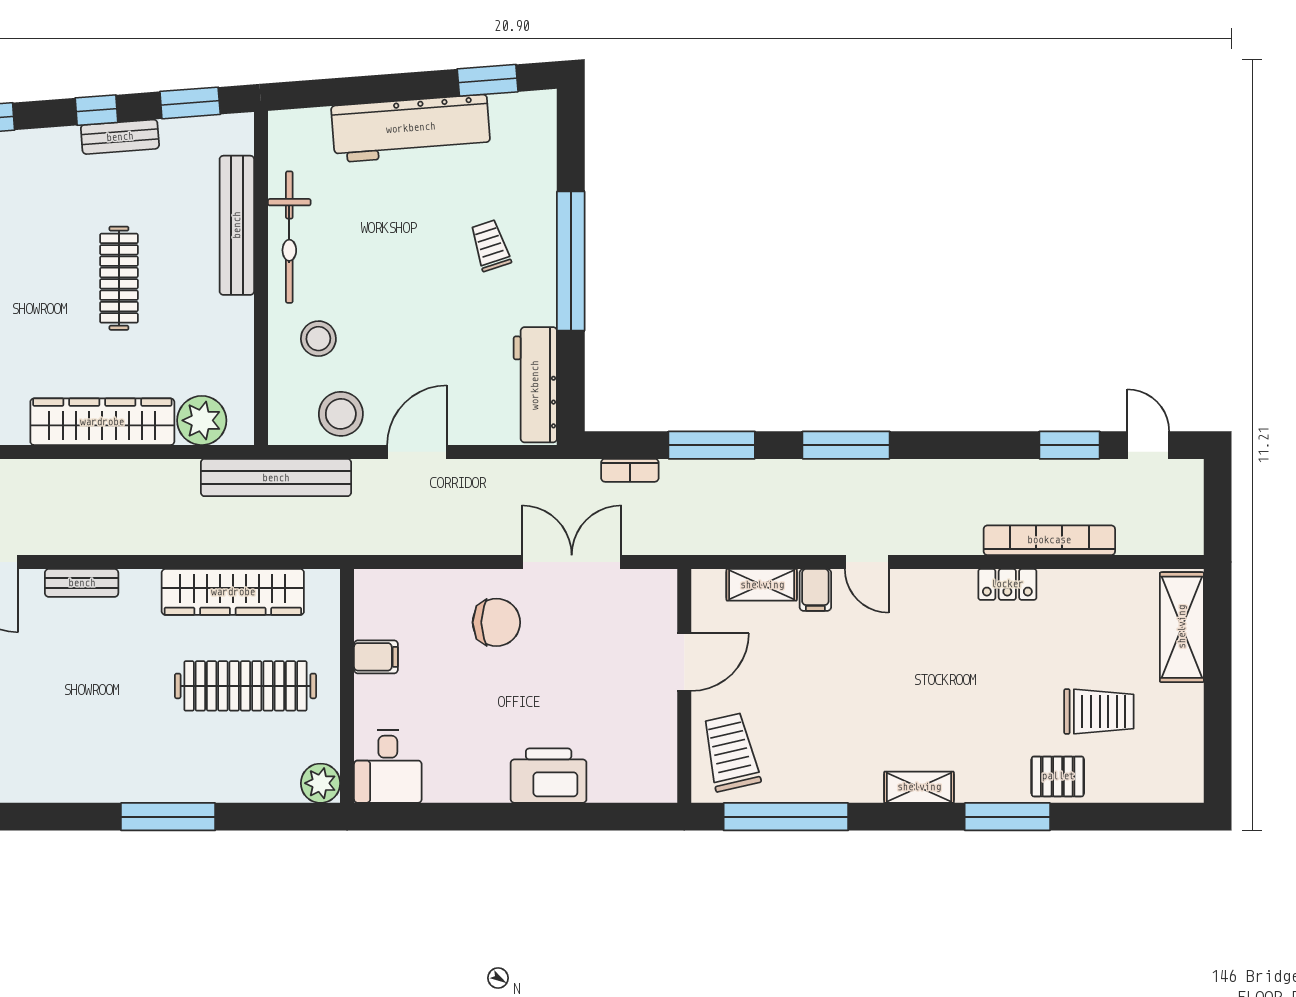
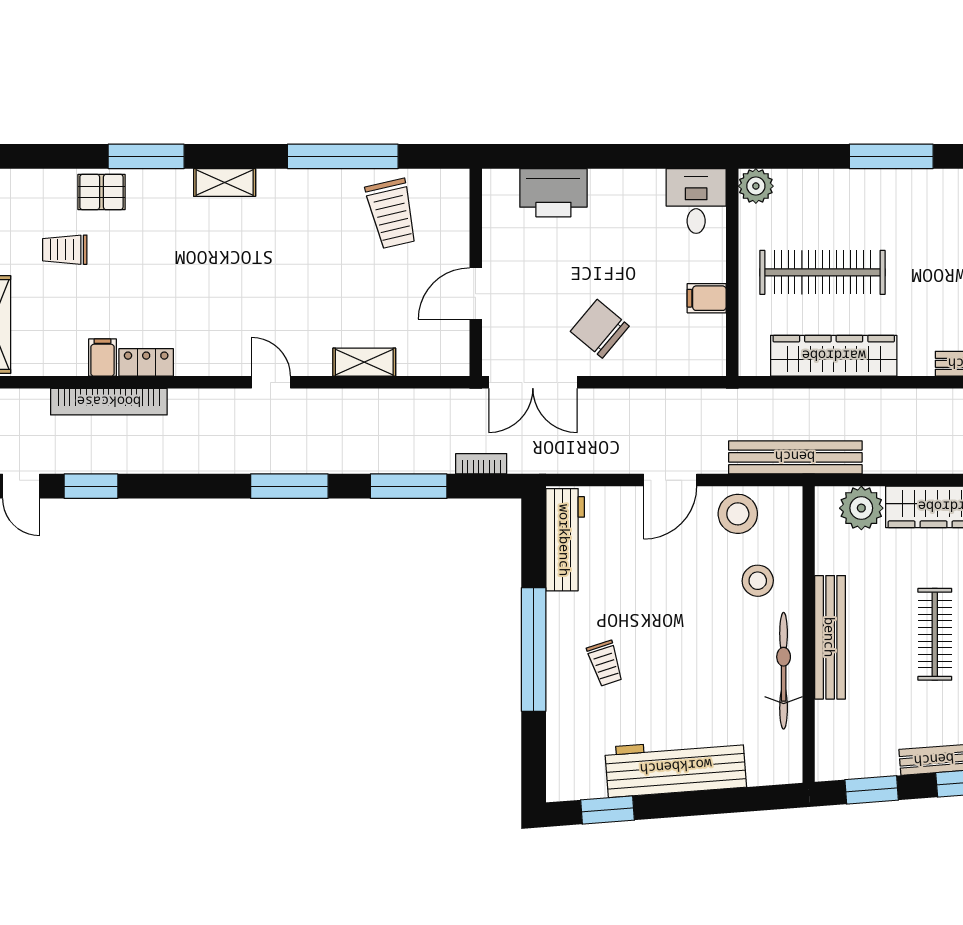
bench: (237, 225) -> (830, 637), moved
filing cabinet: (815, 590) -> (102, 358), moved
chair: (496, 622) -> (600, 329), turned 40
door: (684, 662) -> (476, 294), moved
wall: (684, 686) -> (476, 272), moved
trolley: (1099, 711) -> (65, 250), width x0.73, depth x0.72

